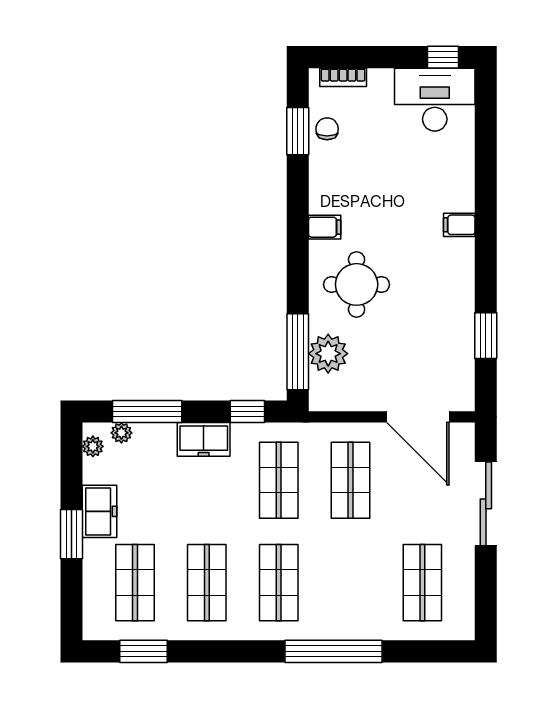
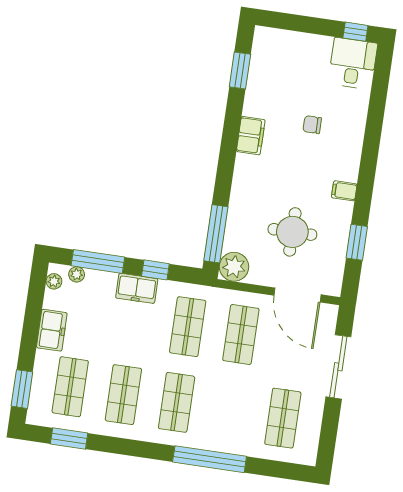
bookcase: (343, 77) -> (279, 36), removed
desk: (435, 100) -> (353, 63), width x0.73
chair: (327, 129) -> (312, 125), moved, turned -90
filing cabinet: (459, 225) -> (344, 191), moved
filing cabinet: (325, 227) -> (251, 136), width x2.00
round table: (357, 284) -> (292, 232), moved
plant: (328, 354) -> (234, 267), moved
window: (247, 411) -> (155, 270), moved
window: (72, 534) -> (22, 389), moved

